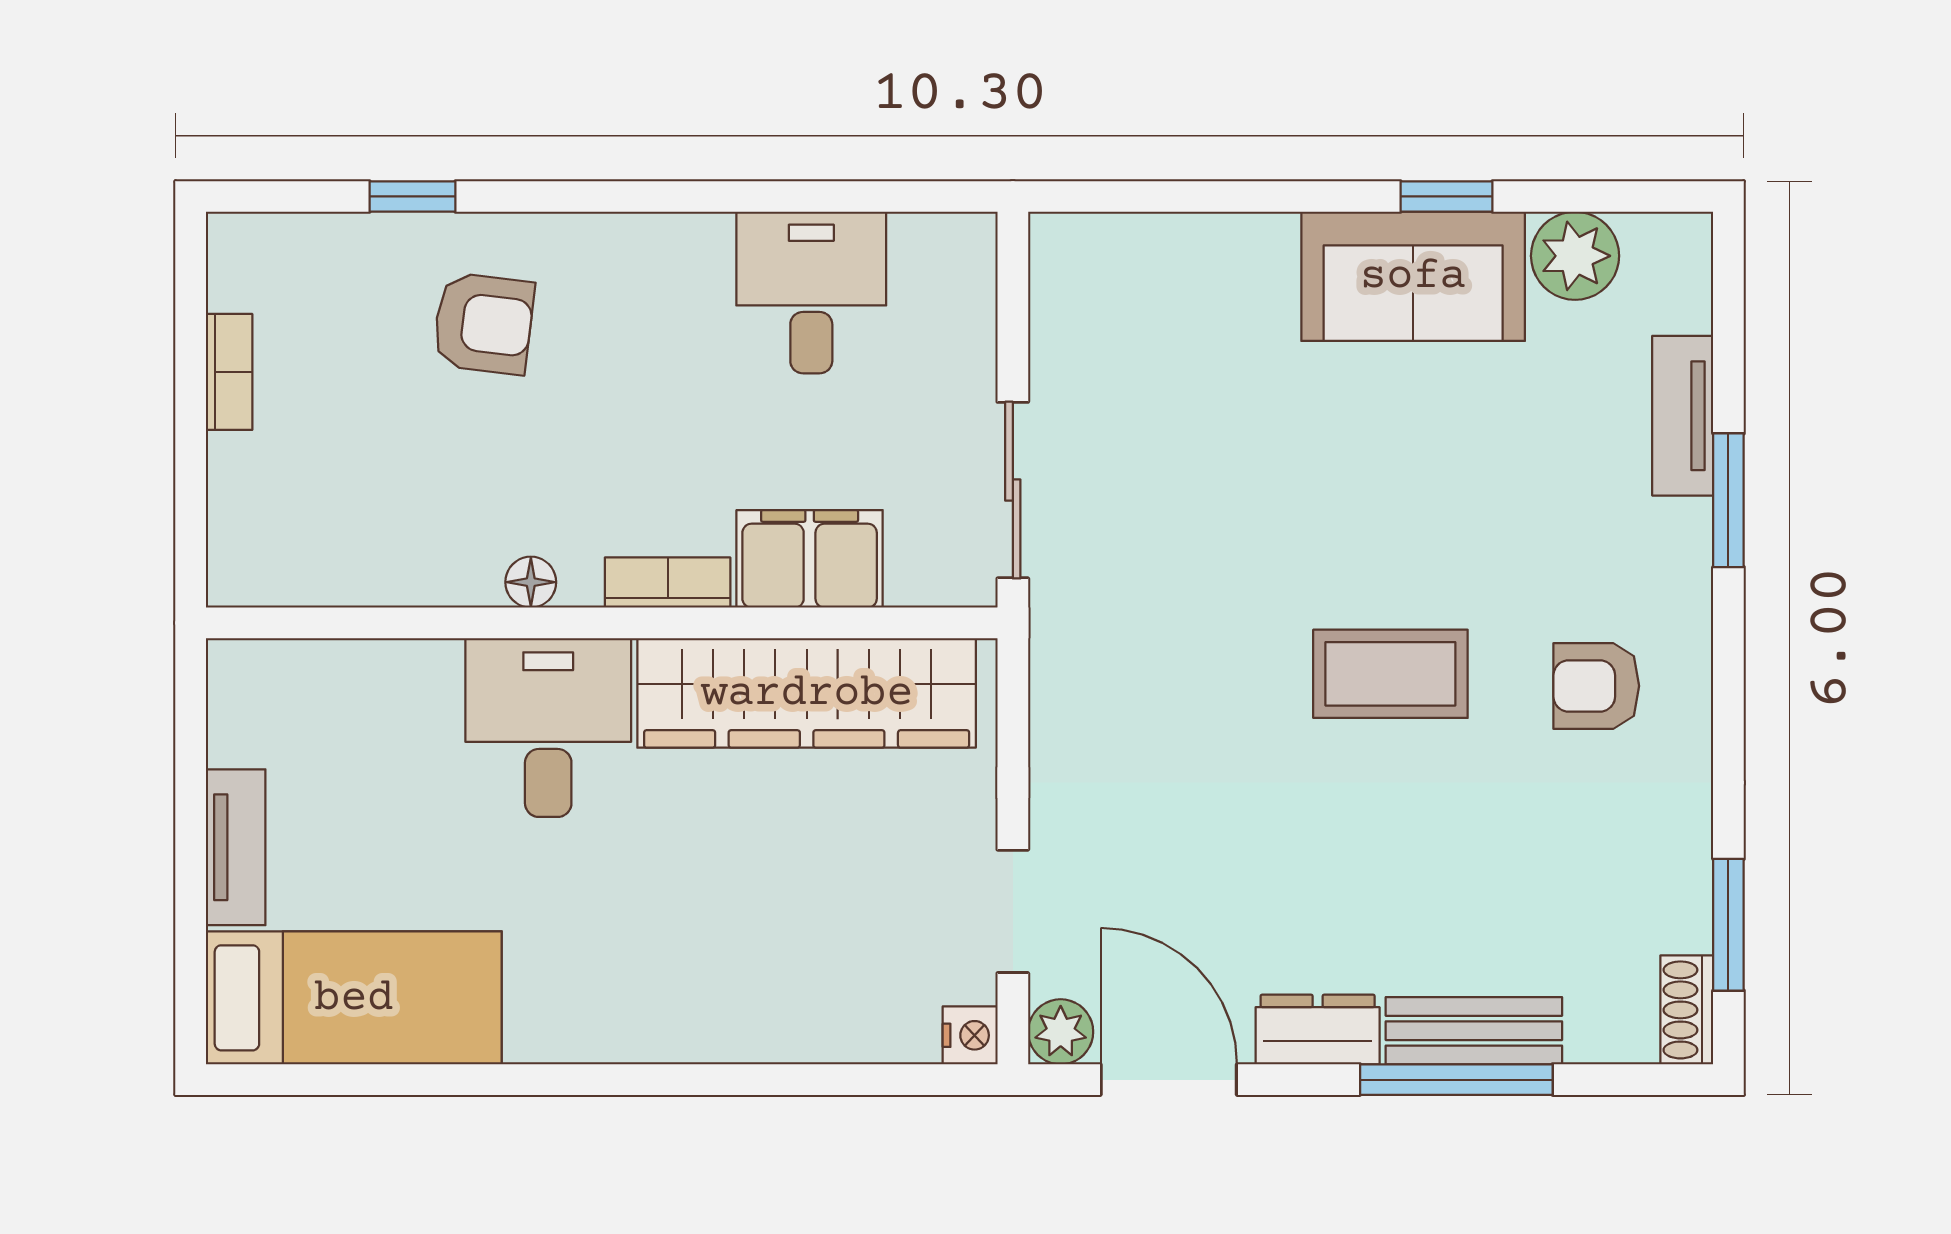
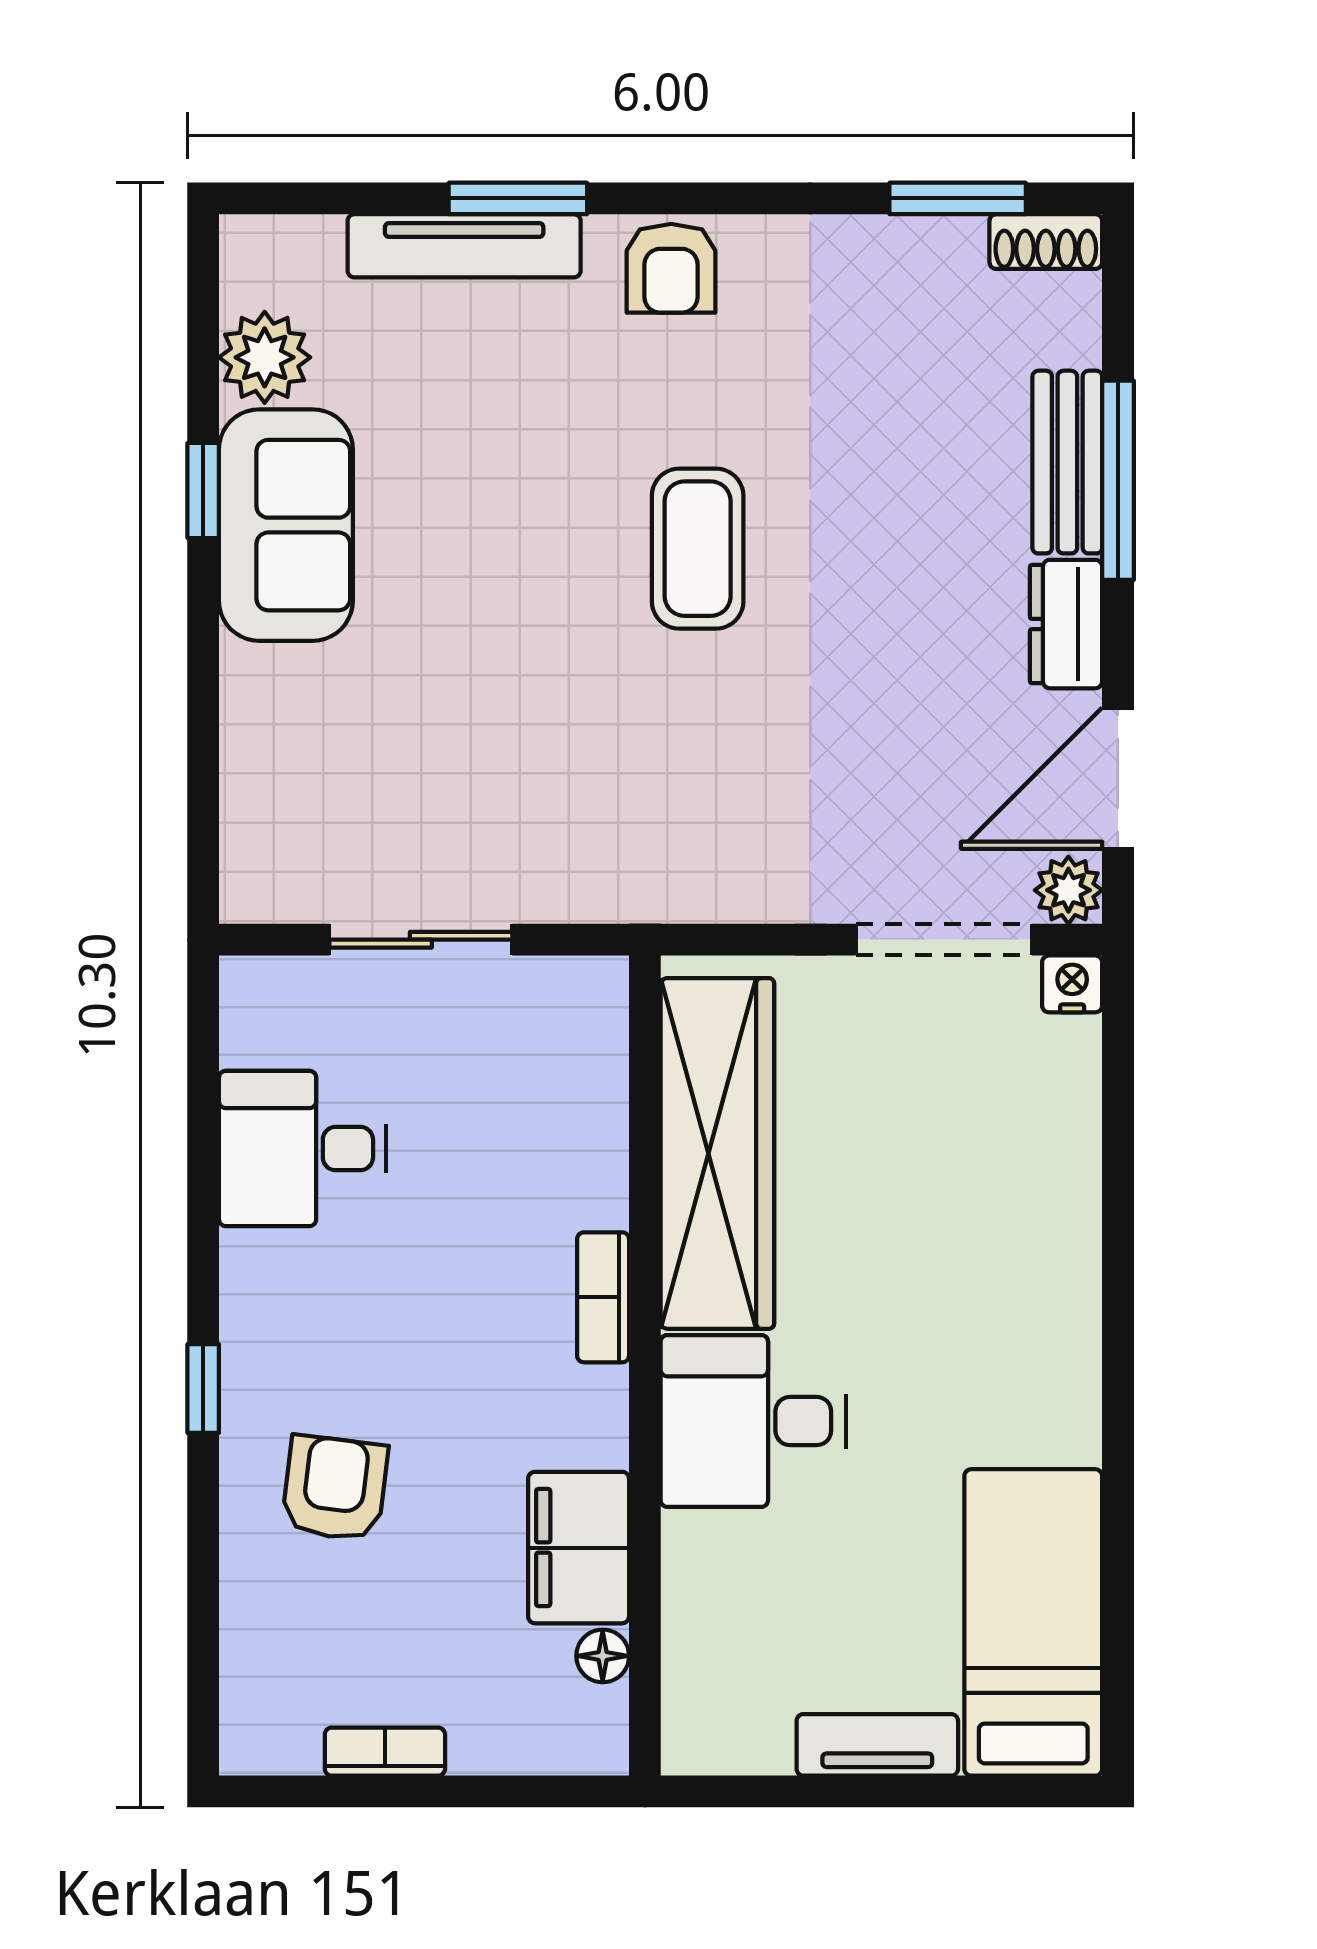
window: (413, 196) -> (203, 1388), moved
tv unit: (1683, 416) -> (464, 246), width x1.41
sliding door: (1013, 490) -> (421, 940), moved
filing cabinet: (810, 559) -> (579, 1548), moved
floor lamp: (531, 582) -> (603, 1656), moved
armchair: (1596, 686) -> (671, 268), moved
doorway: (1013, 911) -> (944, 940), width x1.38

